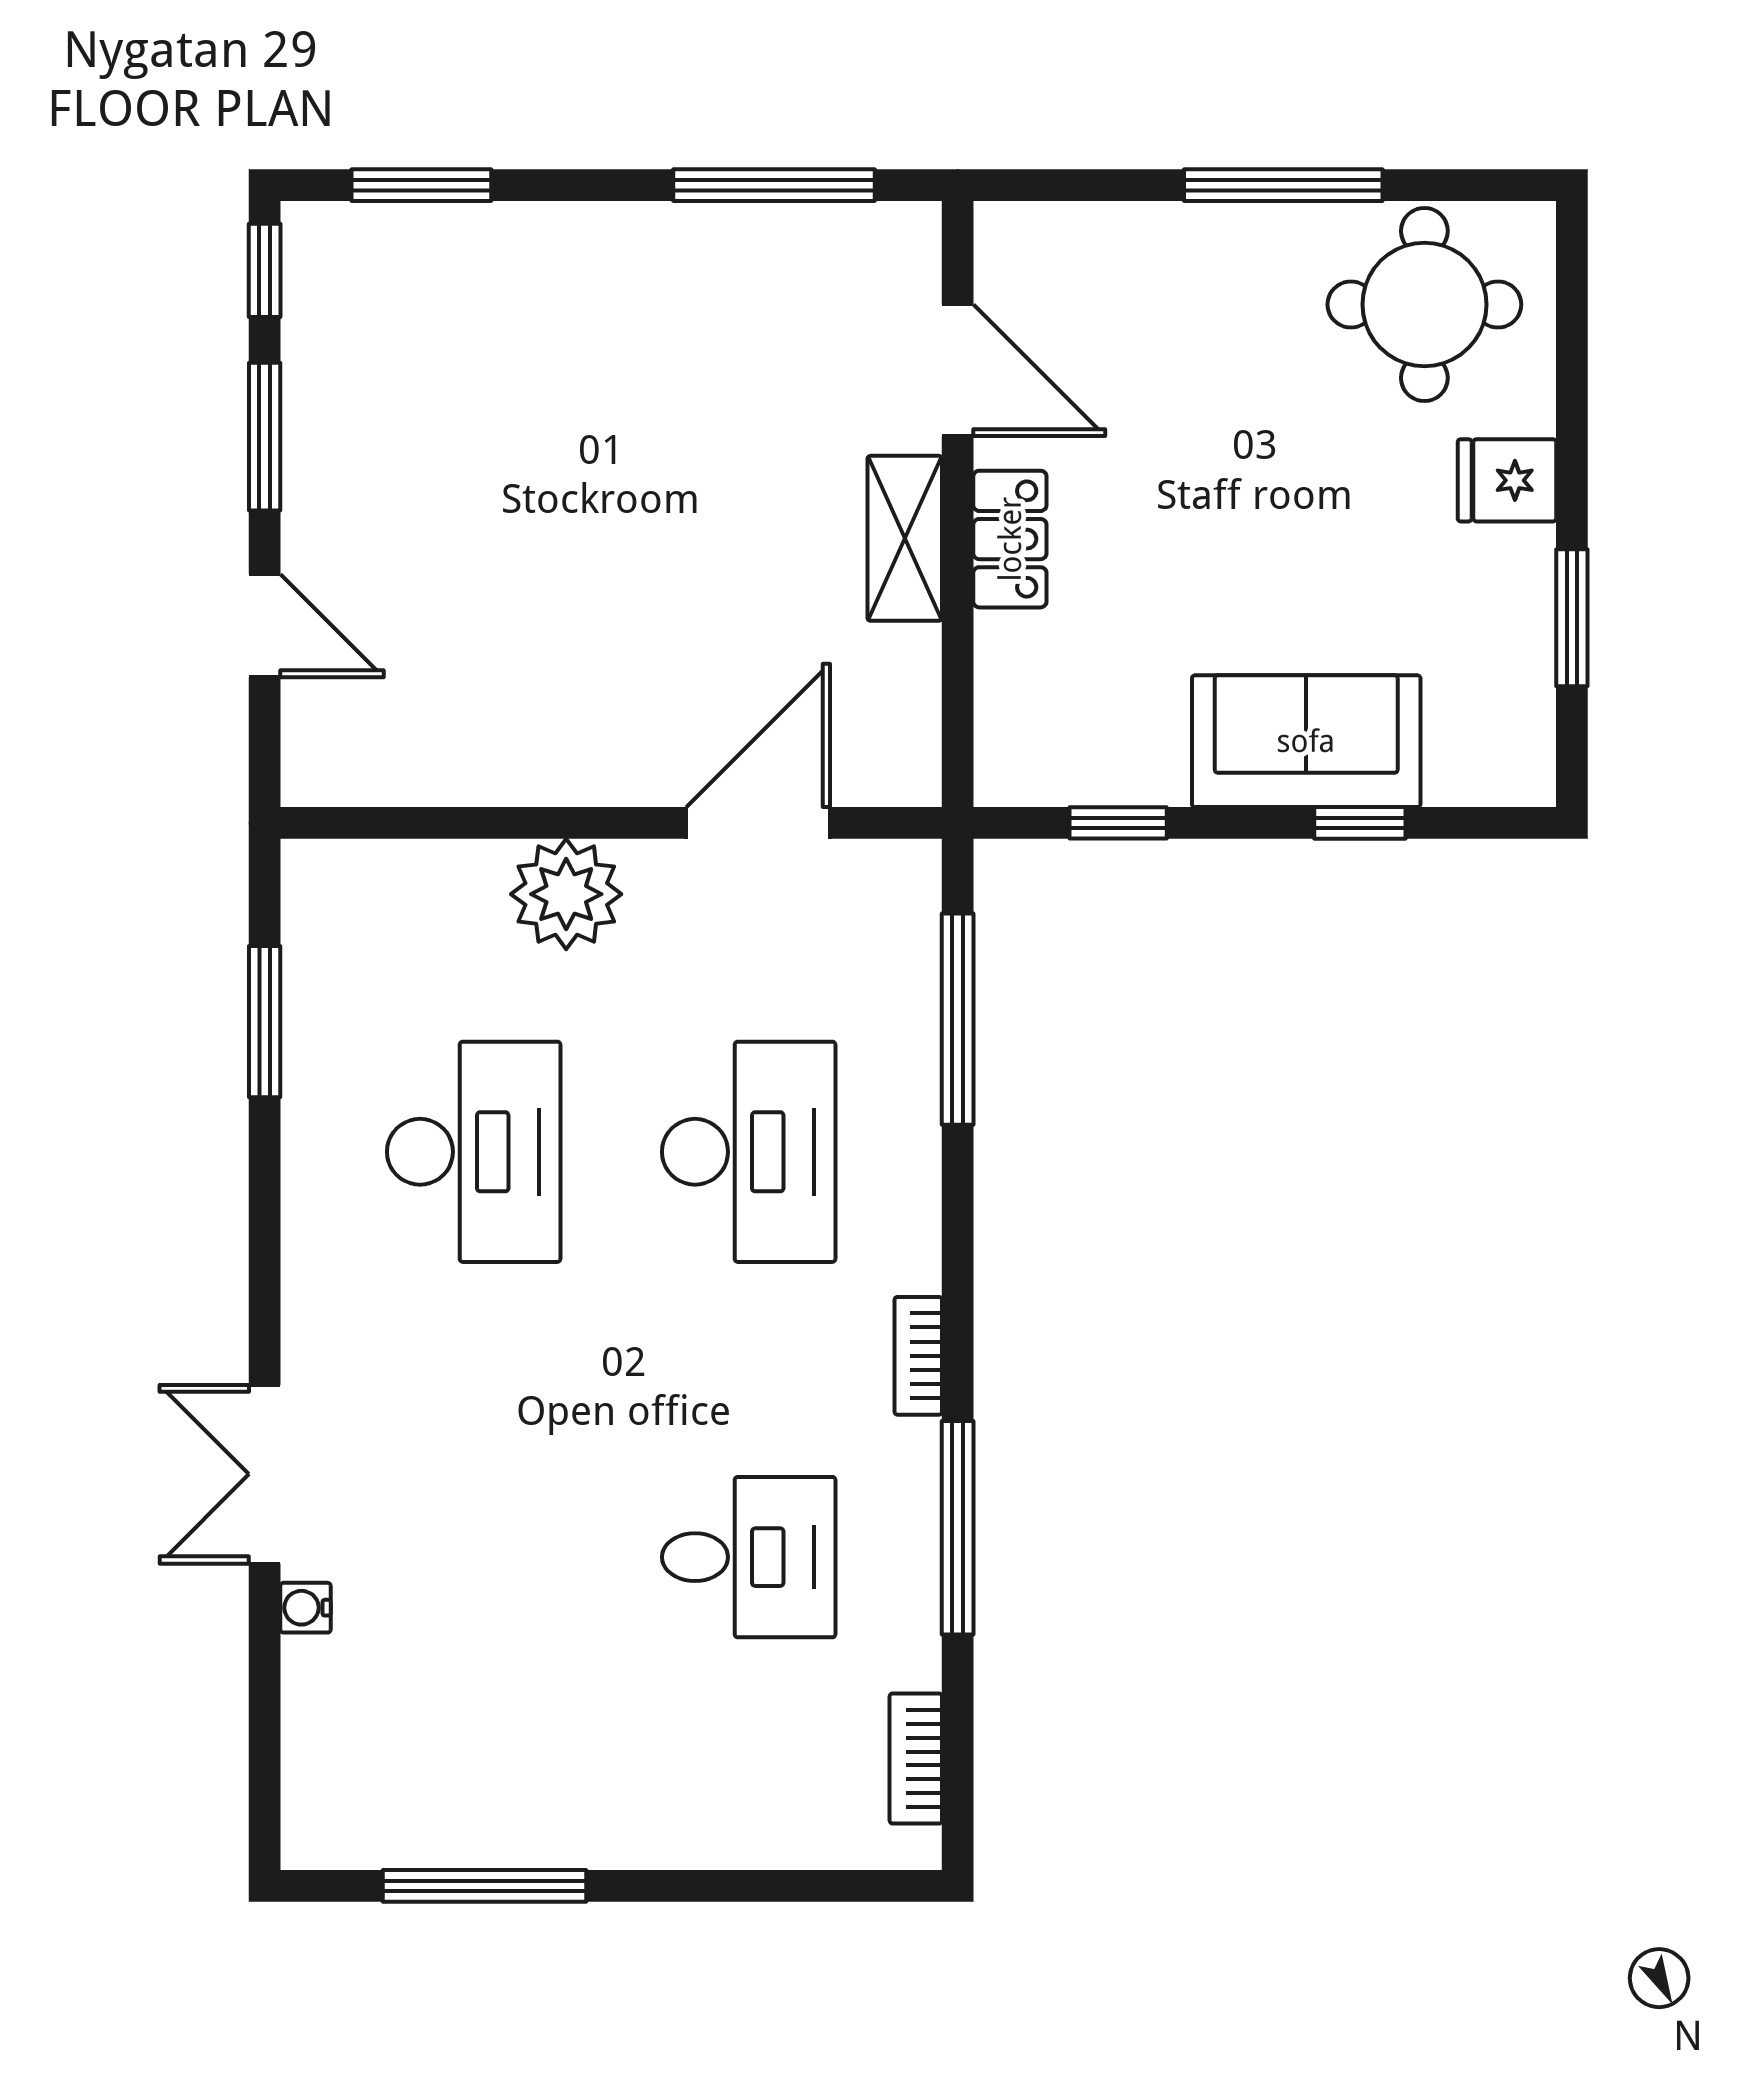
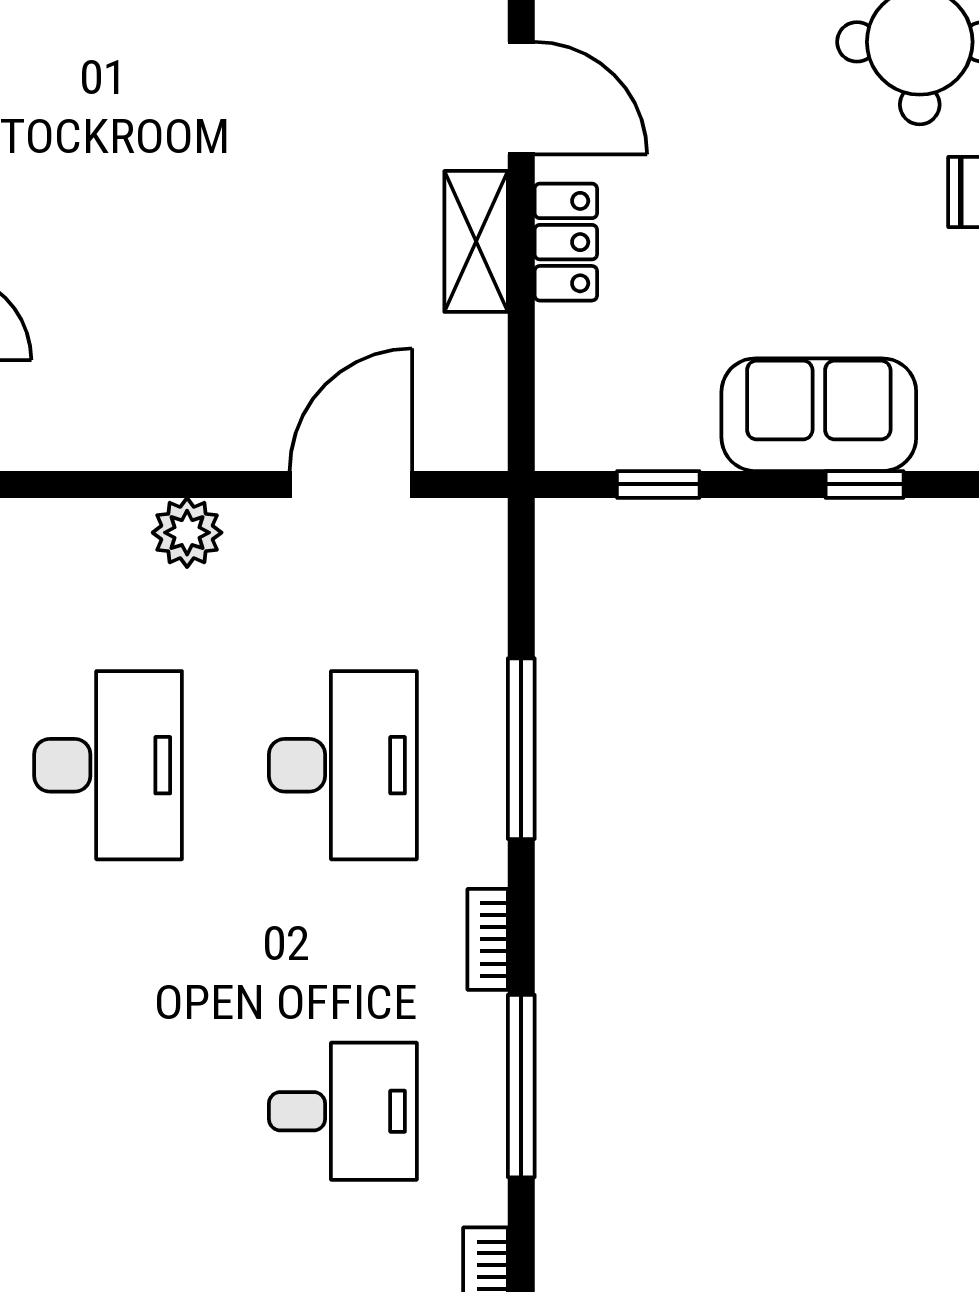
plant: (566, 894) -> (187, 533), width x0.73, depth x0.73
window: (958, 1019) -> (521, 749), moved

